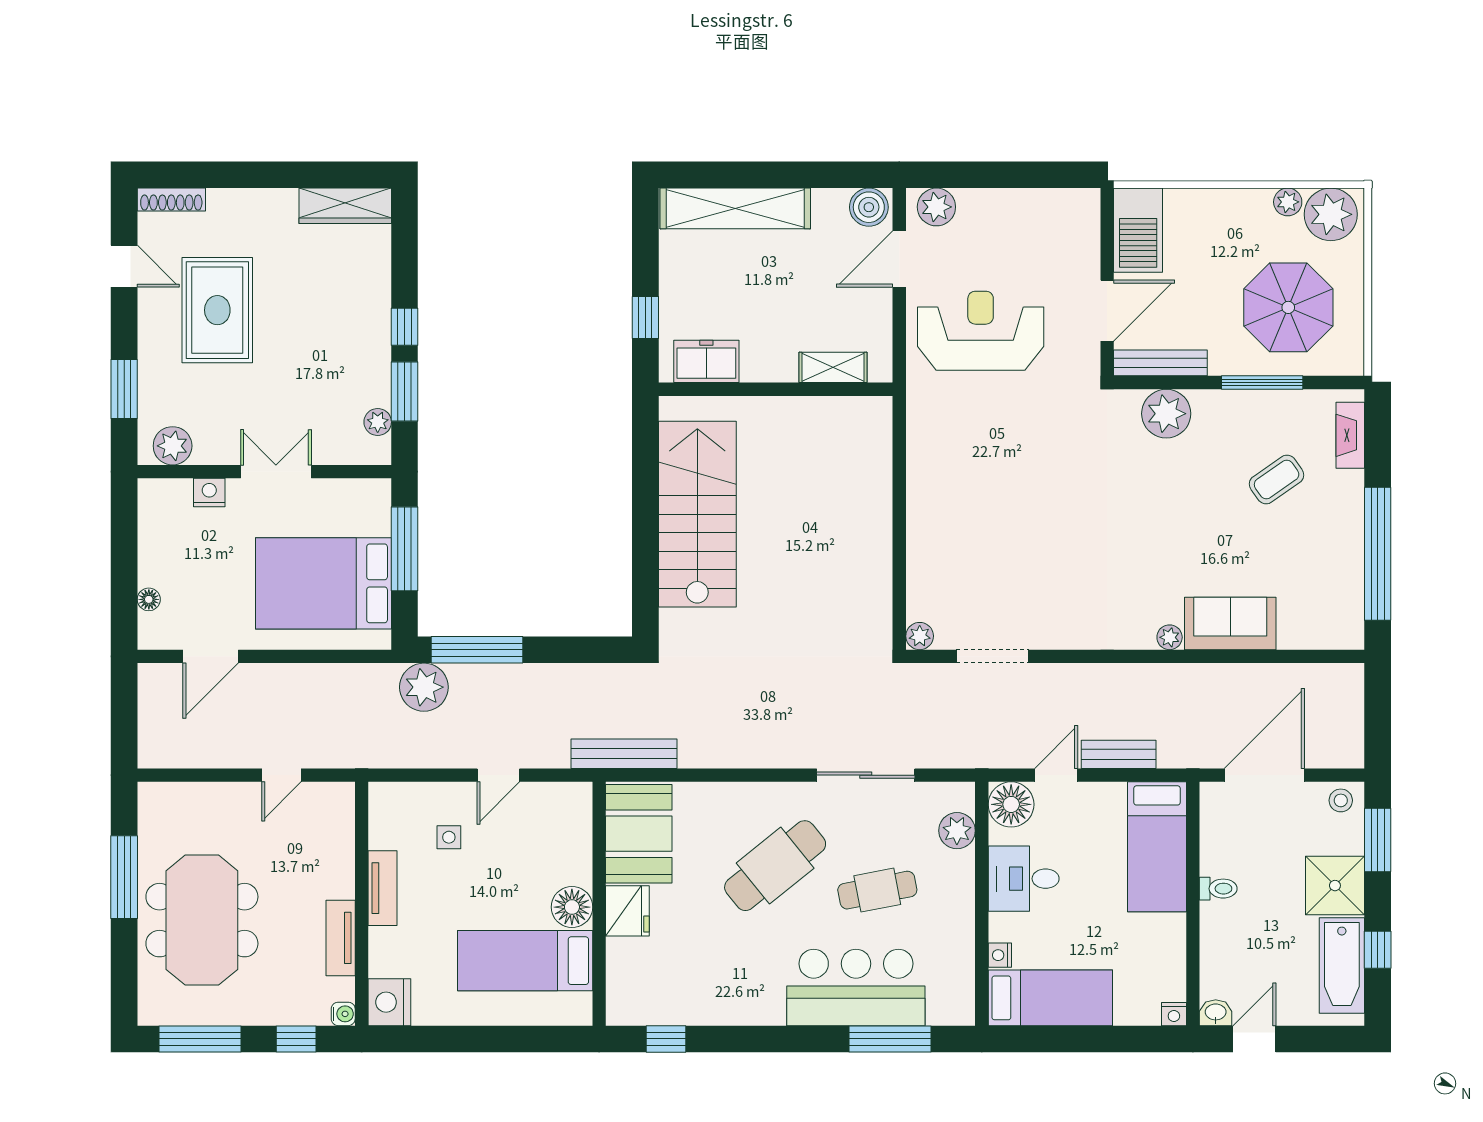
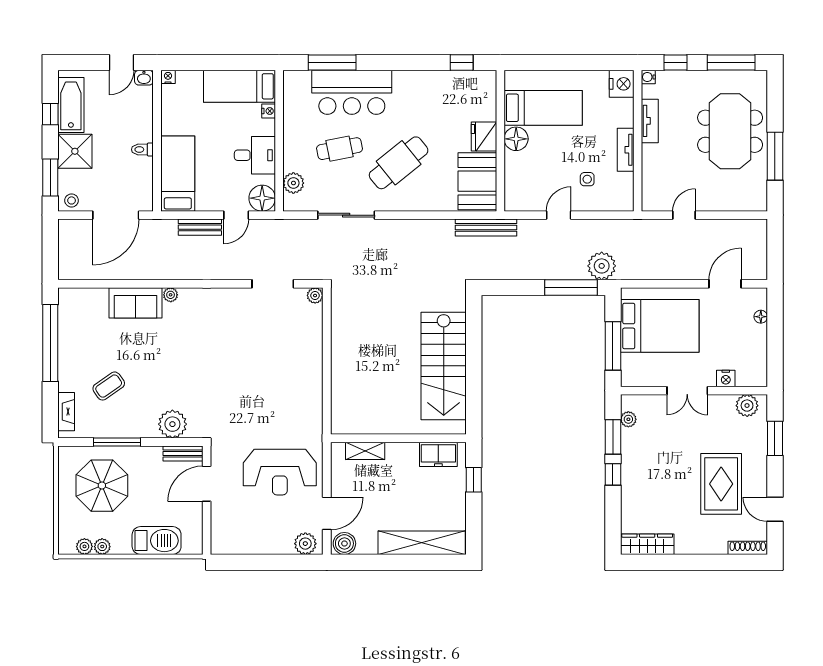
plant: (1331, 214) -> (84, 546), width x0.53, depth x0.53
barbecue: (1138, 230) -> (157, 541), moved, turned 90
bench: (1160, 363) -> (183, 453), width x0.73

